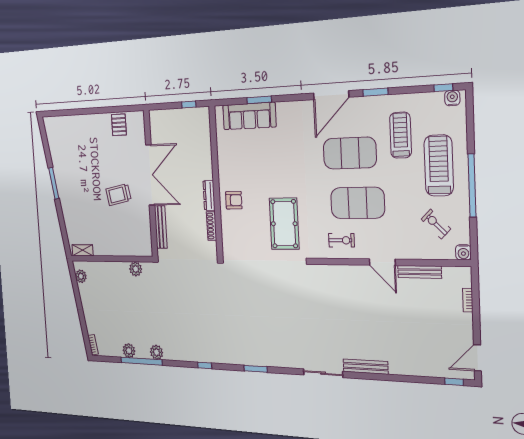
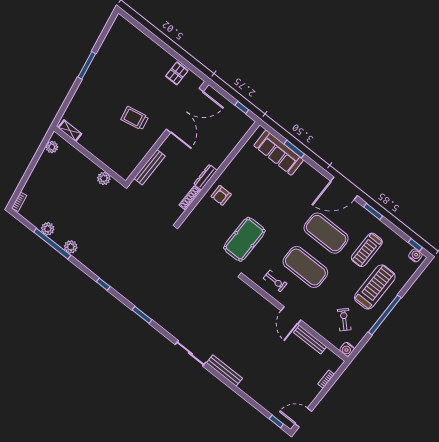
treadmill: (400, 135) -> (367, 250), turned 180
double door: (150, 175) -> (185, 110), moved
armchair: (234, 200) -> (221, 195), turned 90

